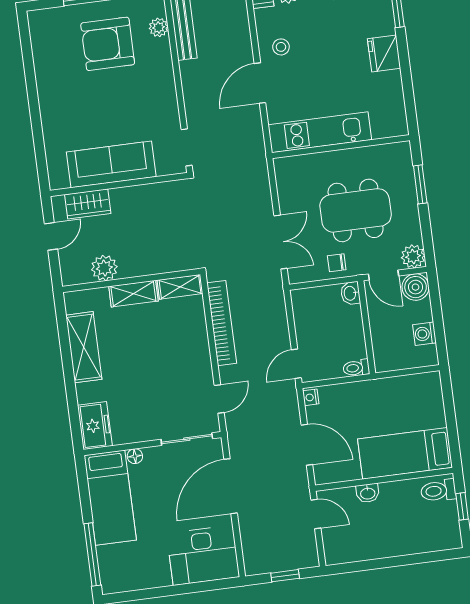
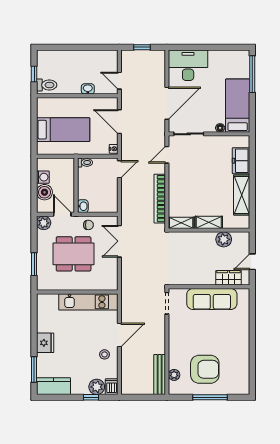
boiler: (416, 287) -> (44, 192), moved
freezer: (95, 426) -> (241, 161), moved
bed: (405, 453) -> (63, 130), moved

